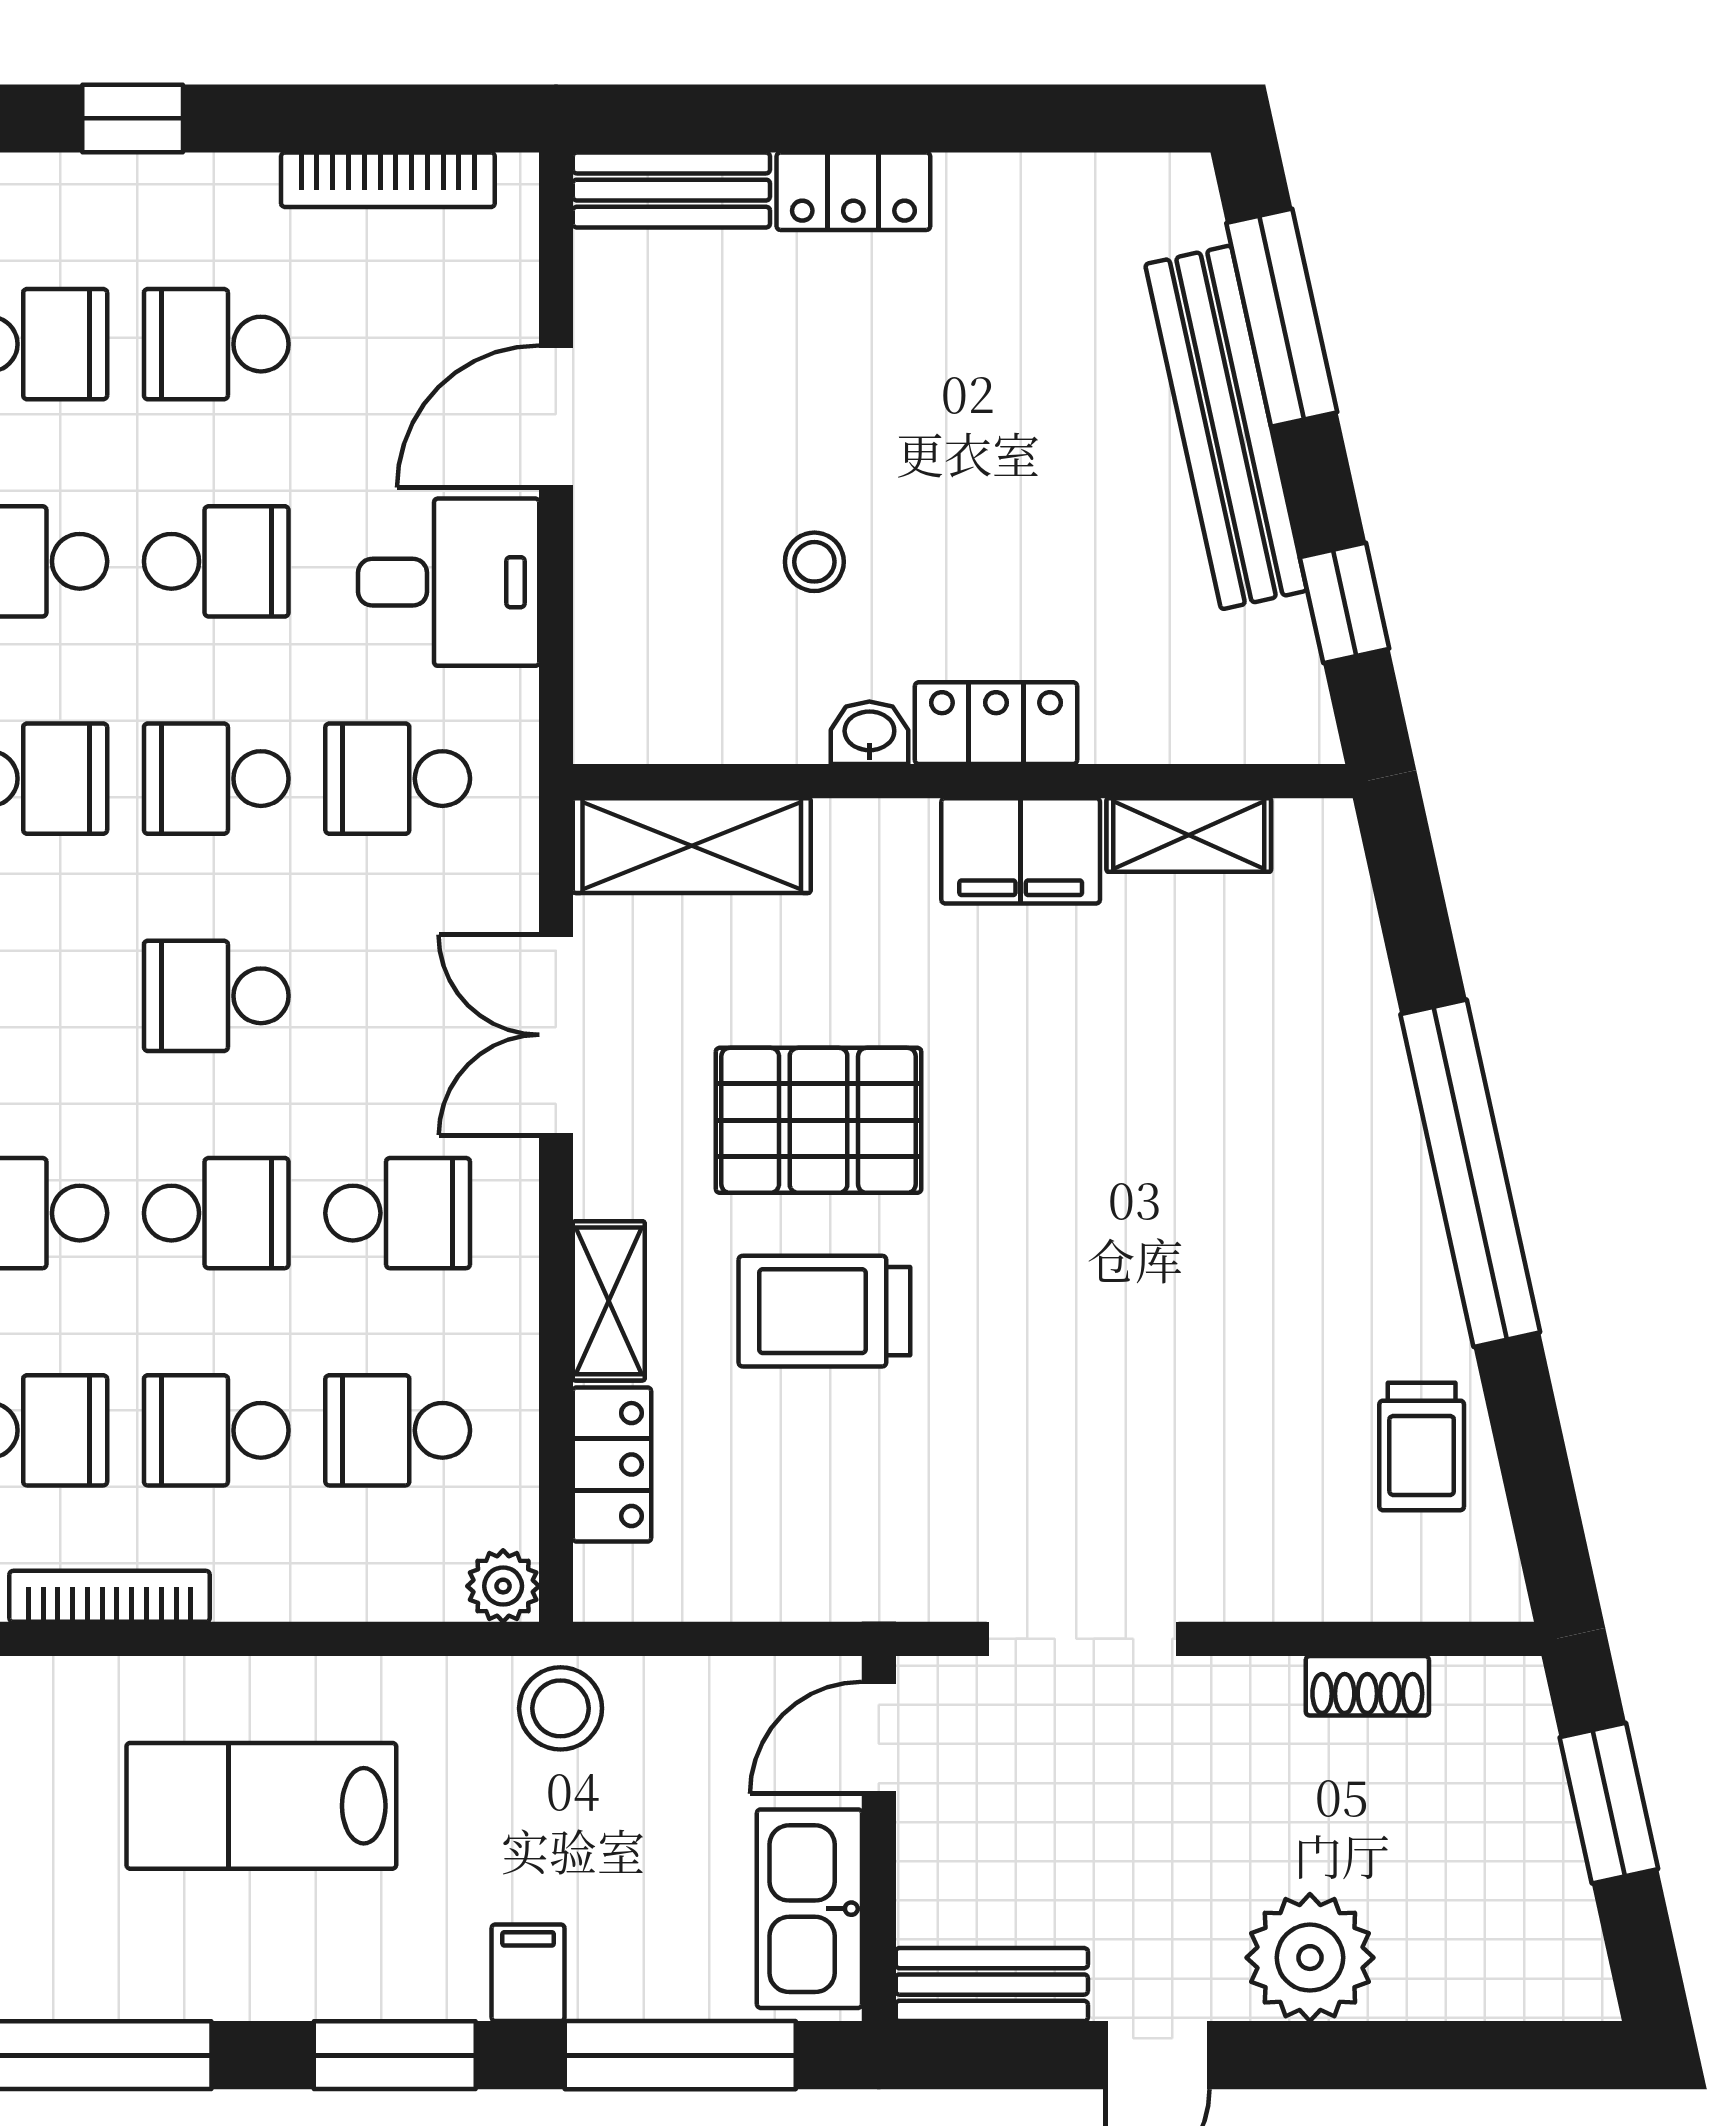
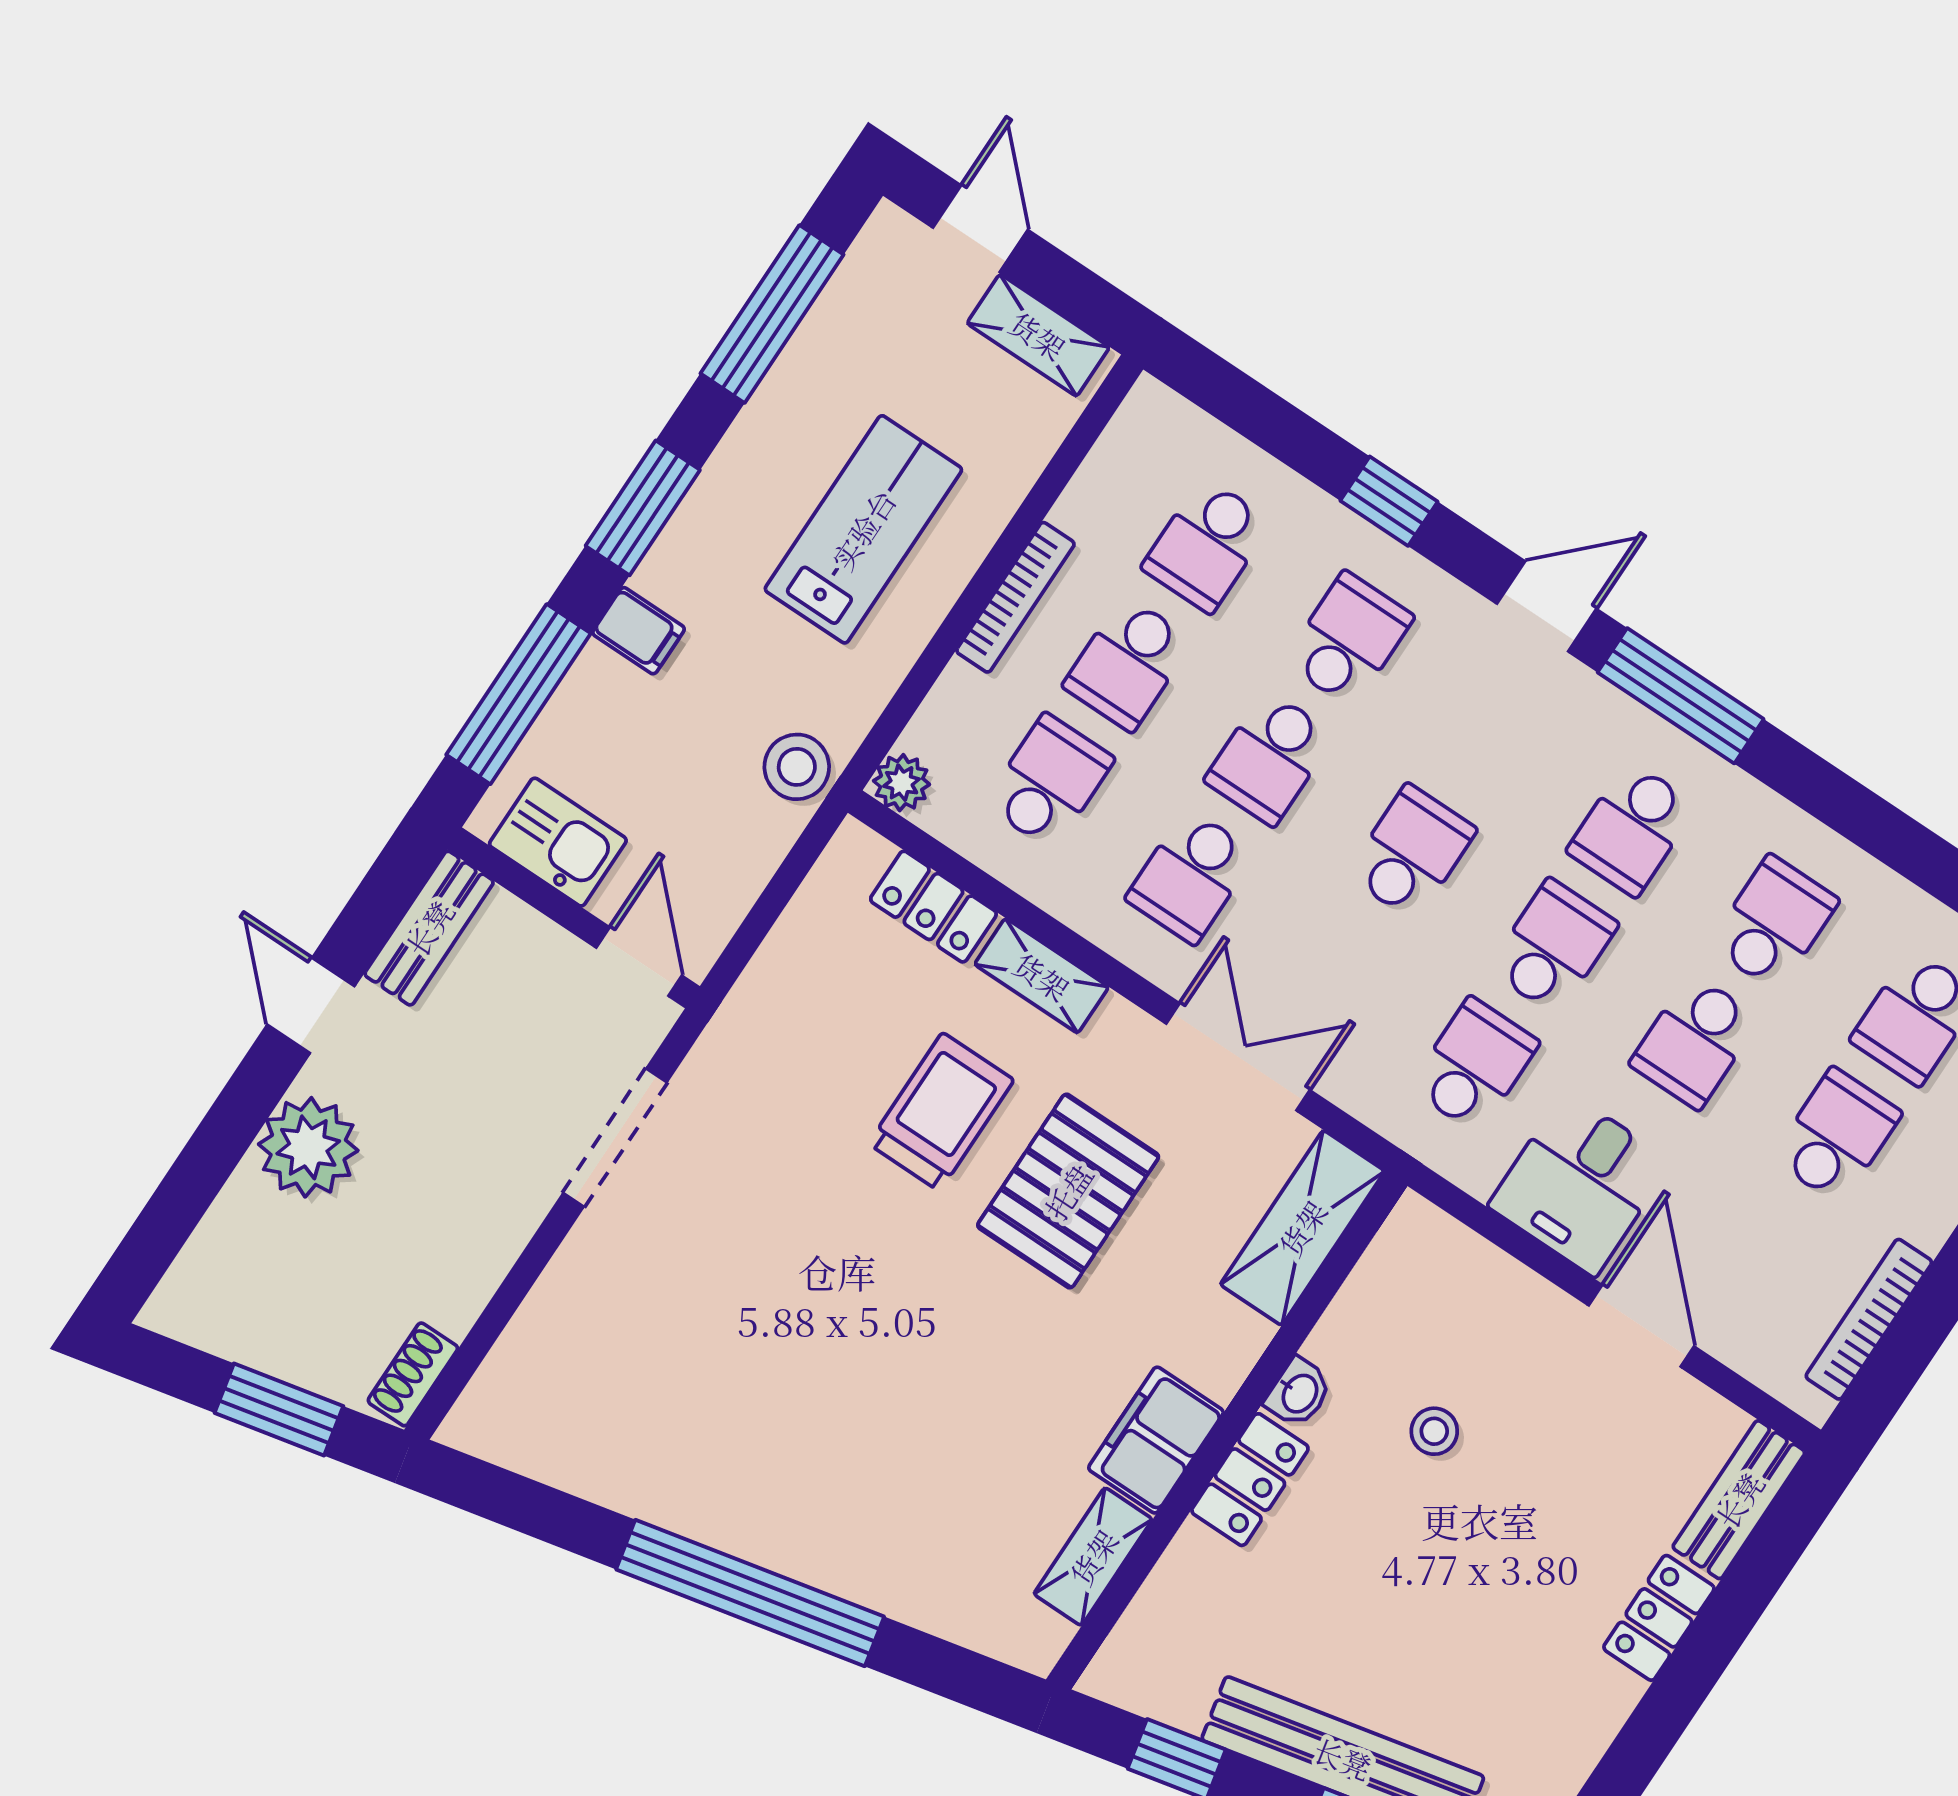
school desk: (216, 1430) -> (1128, 663), turned 180
trolley: (1422, 1447) -> (593, 1442), removed
bookcase: (110, 1596) -> (1015, 597), moved
shoe rack: (1367, 1686) -> (413, 1374), moved
kitchen sink: (809, 1909) -> (558, 842), width x0.73

